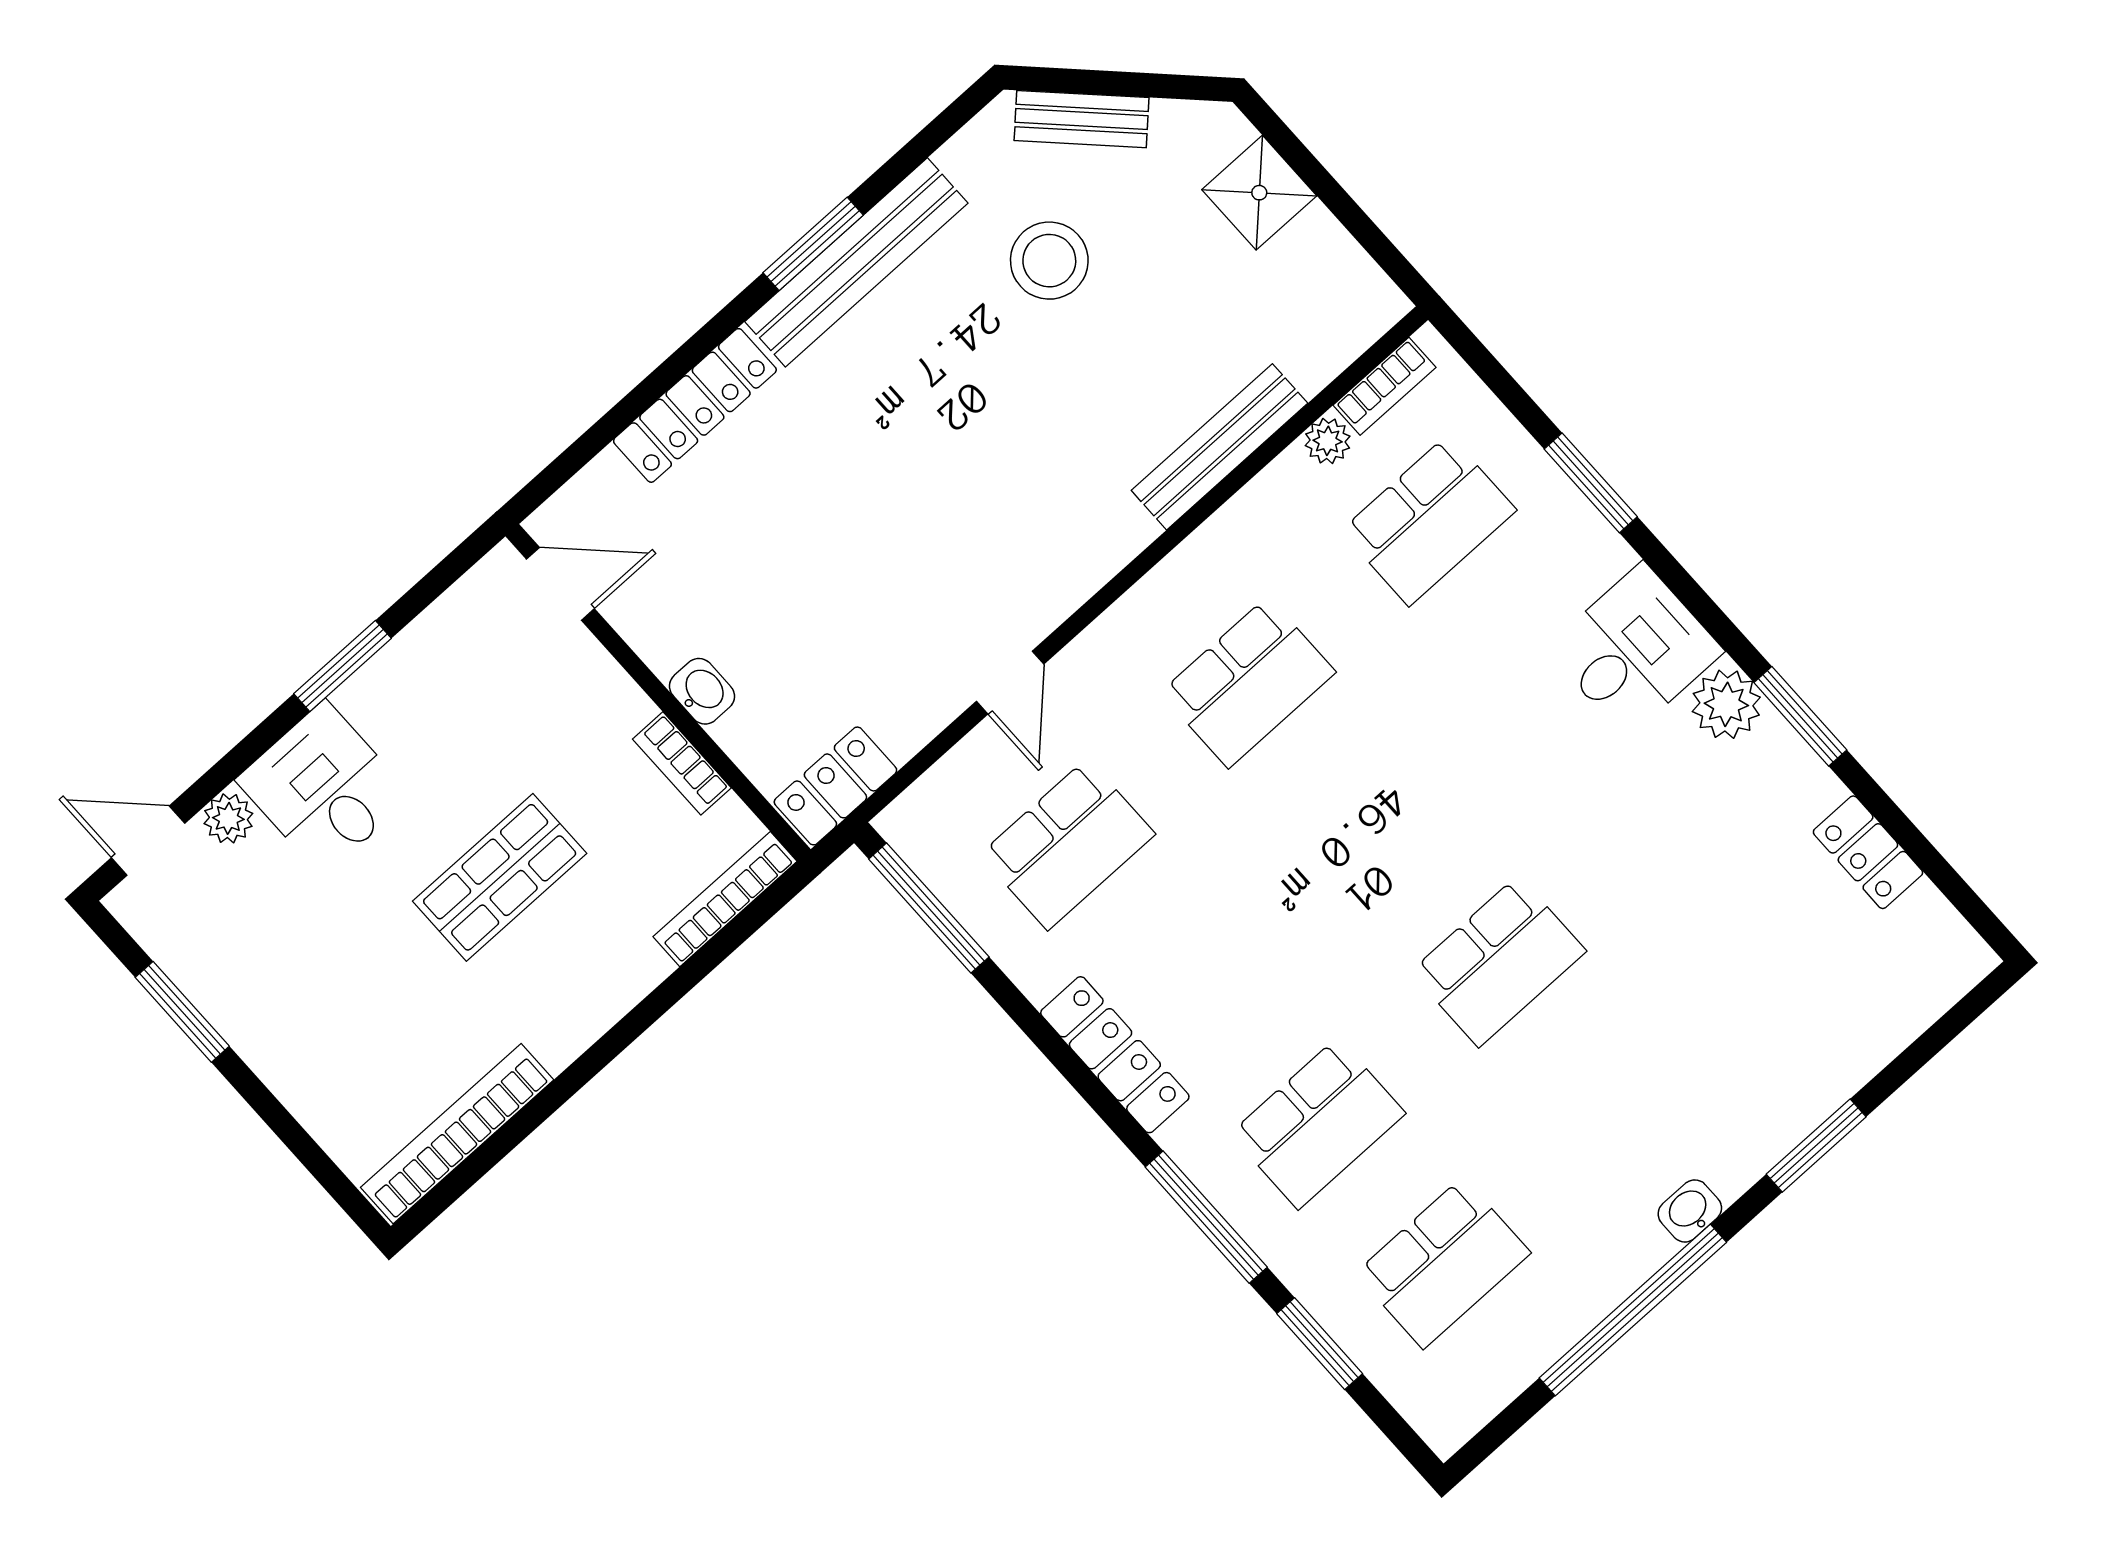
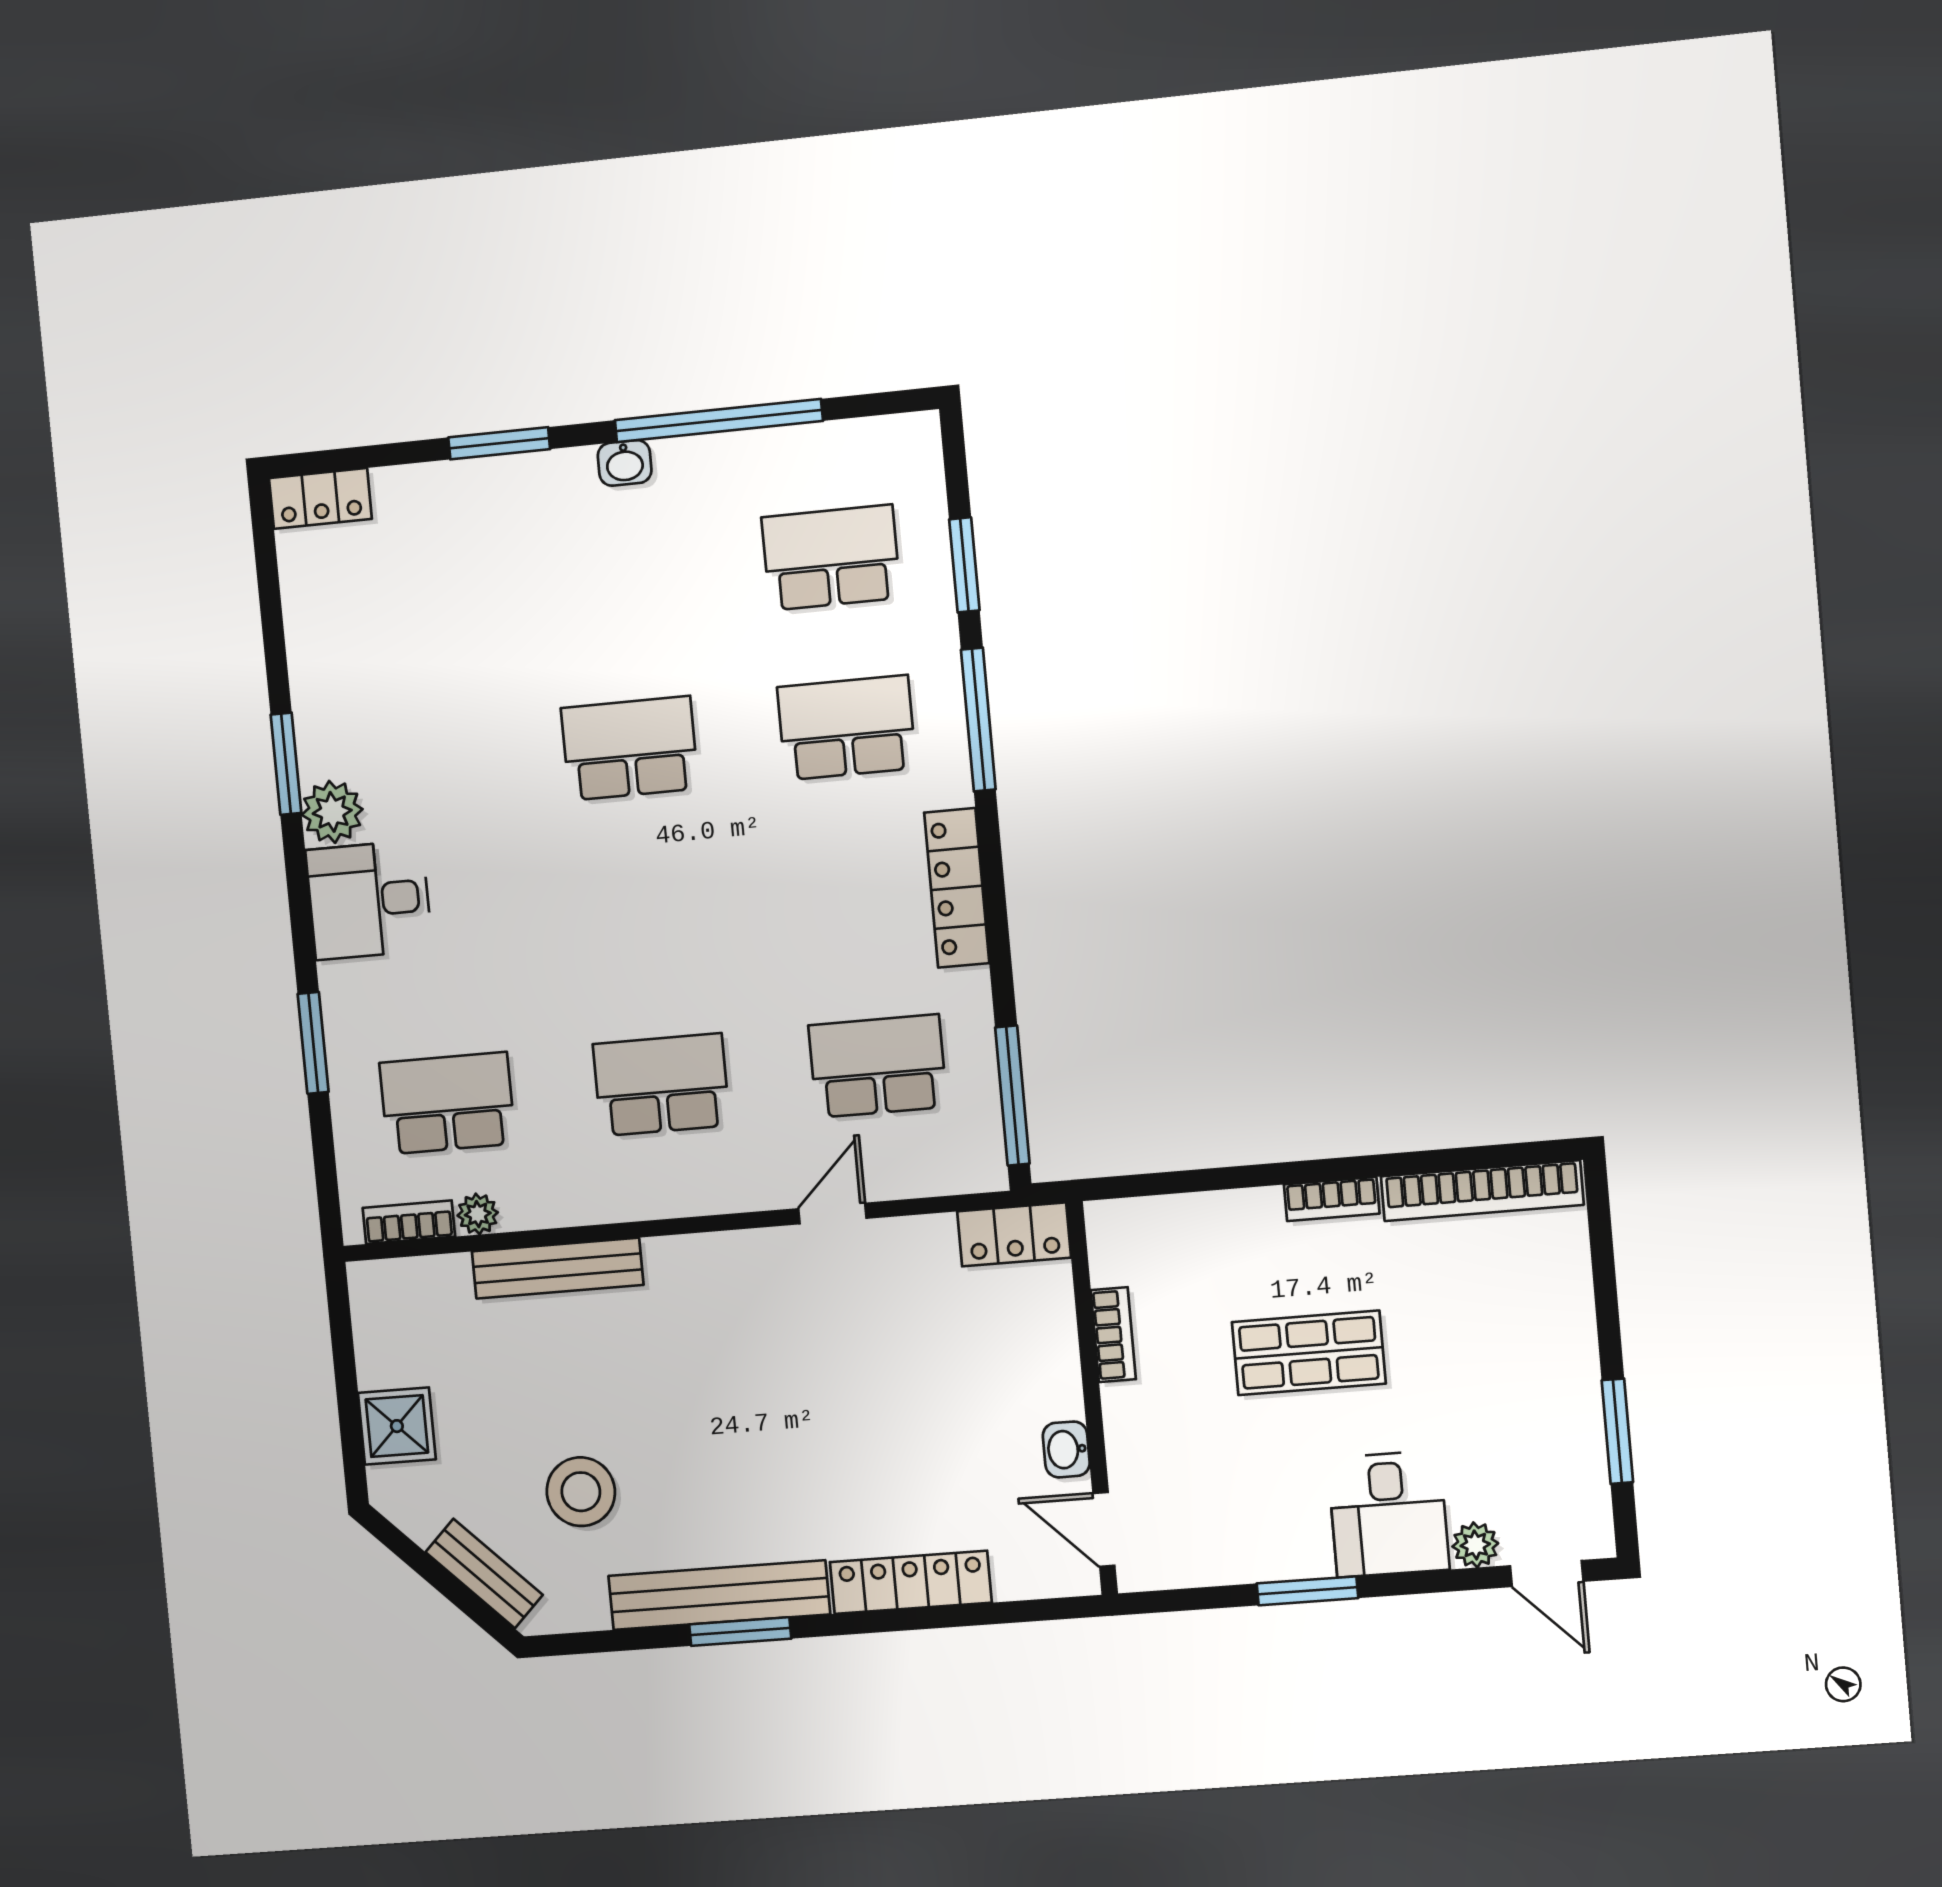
washbasin: (702, 691) -> (1066, 1449), moved
locker: (1868, 852) -> (320, 498), moved, turned 90
bookcase: (725, 899) -> (1332, 1199), moved, width x0.64

